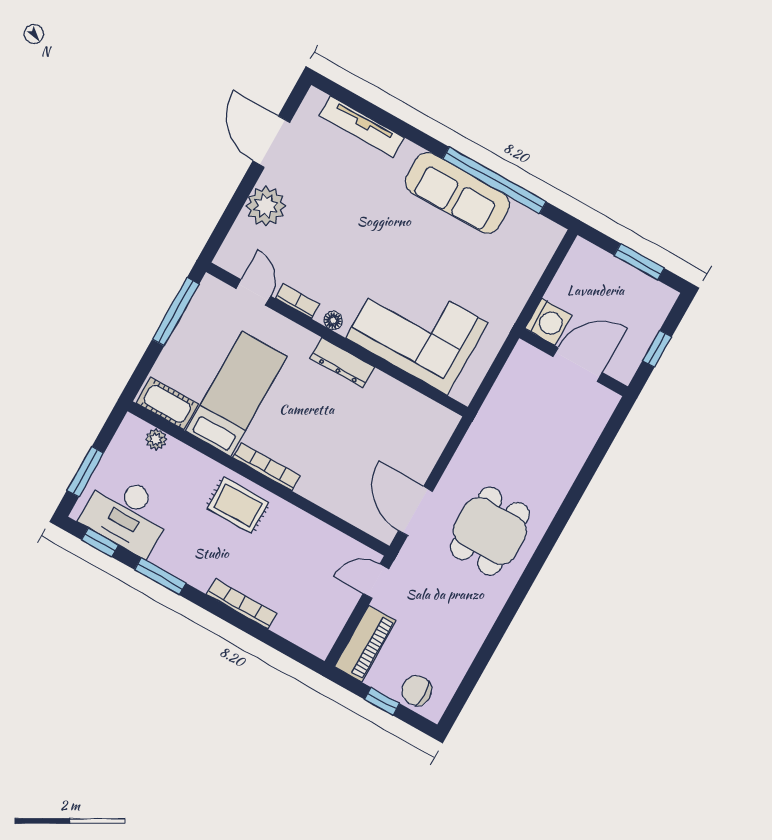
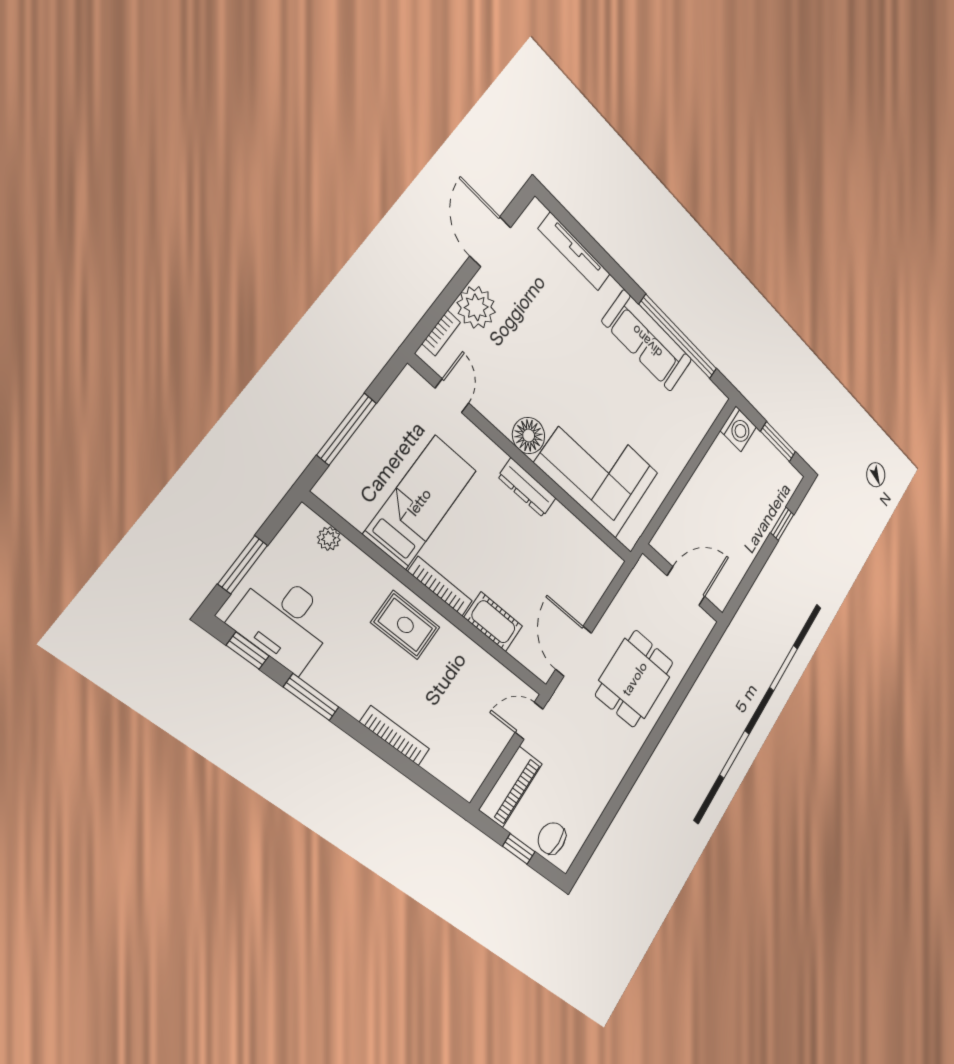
bookcase: (298, 301) -> (441, 333), moved, turned 90
window: (176, 312) -> (347, 429), moved
floor lamp: (333, 320) -> (529, 435), width x1.89, depth x1.89
washing machine: (548, 322) -> (738, 429), moved
wall: (574, 362) -> (683, 583), moved
door: (578, 365) -> (686, 586), moved
cot: (167, 404) -> (493, 622), moved

